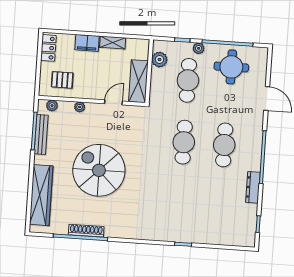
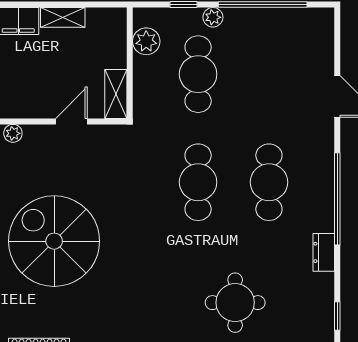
round table: (231, 67) -> (235, 303), moved
shelving: (138, 81) -> (116, 94), width x0.67, depth x0.75
dresser: (253, 187) -> (324, 252), width x0.70

